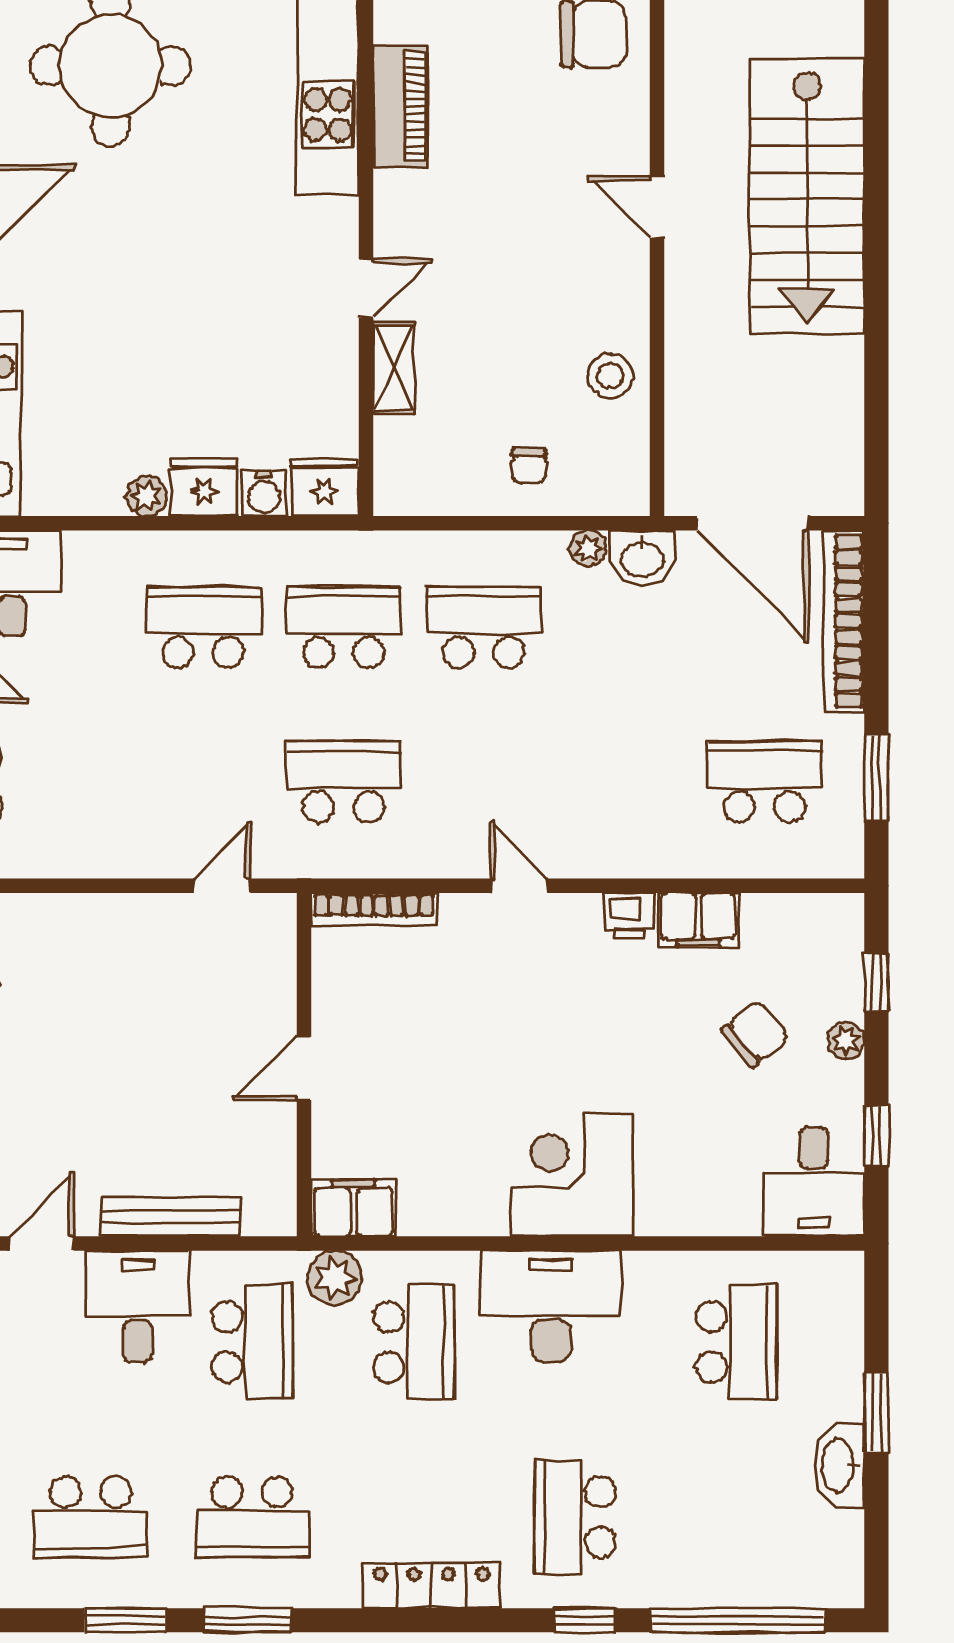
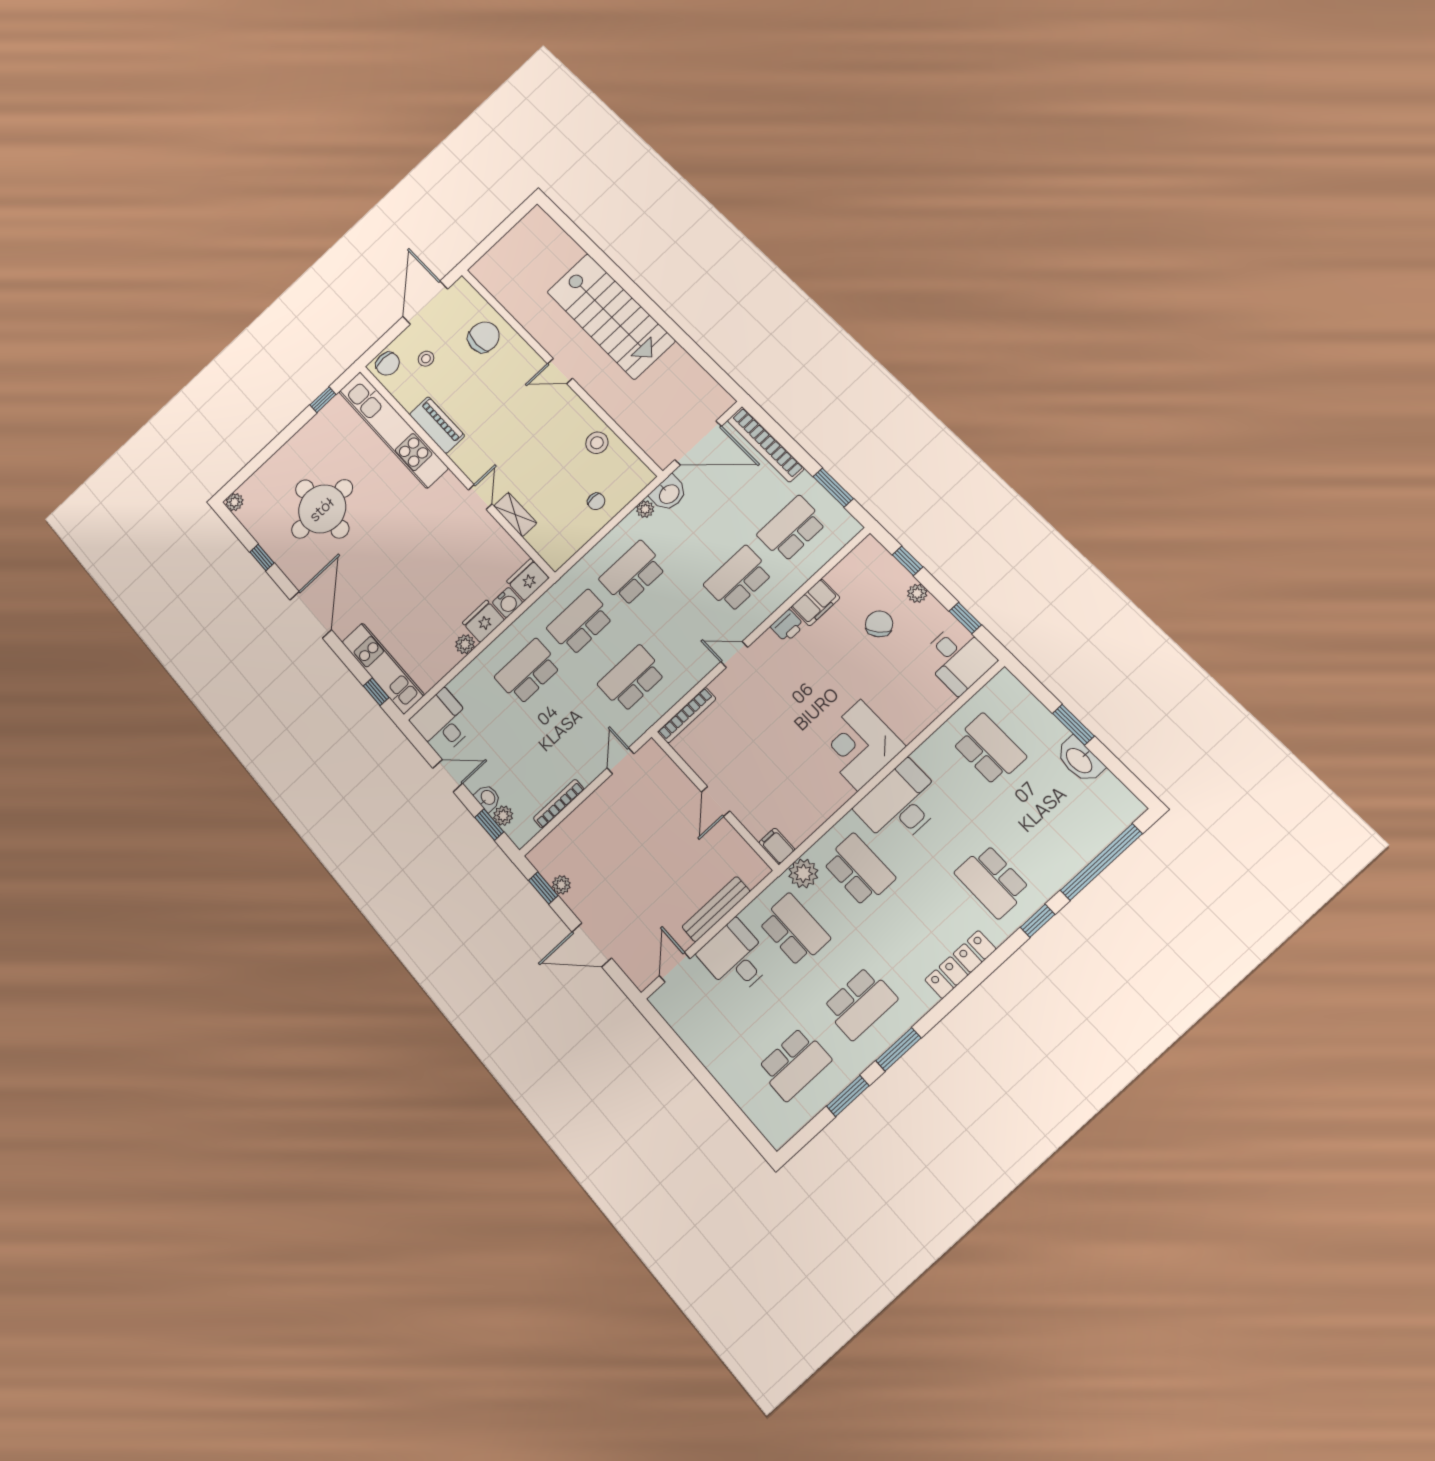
school desk: (624, 782) -> (738, 579), added
bookcase: (79, 864) -> (559, 804), added
filing cabinet: (353, 1208) -> (777, 846), width x0.50

